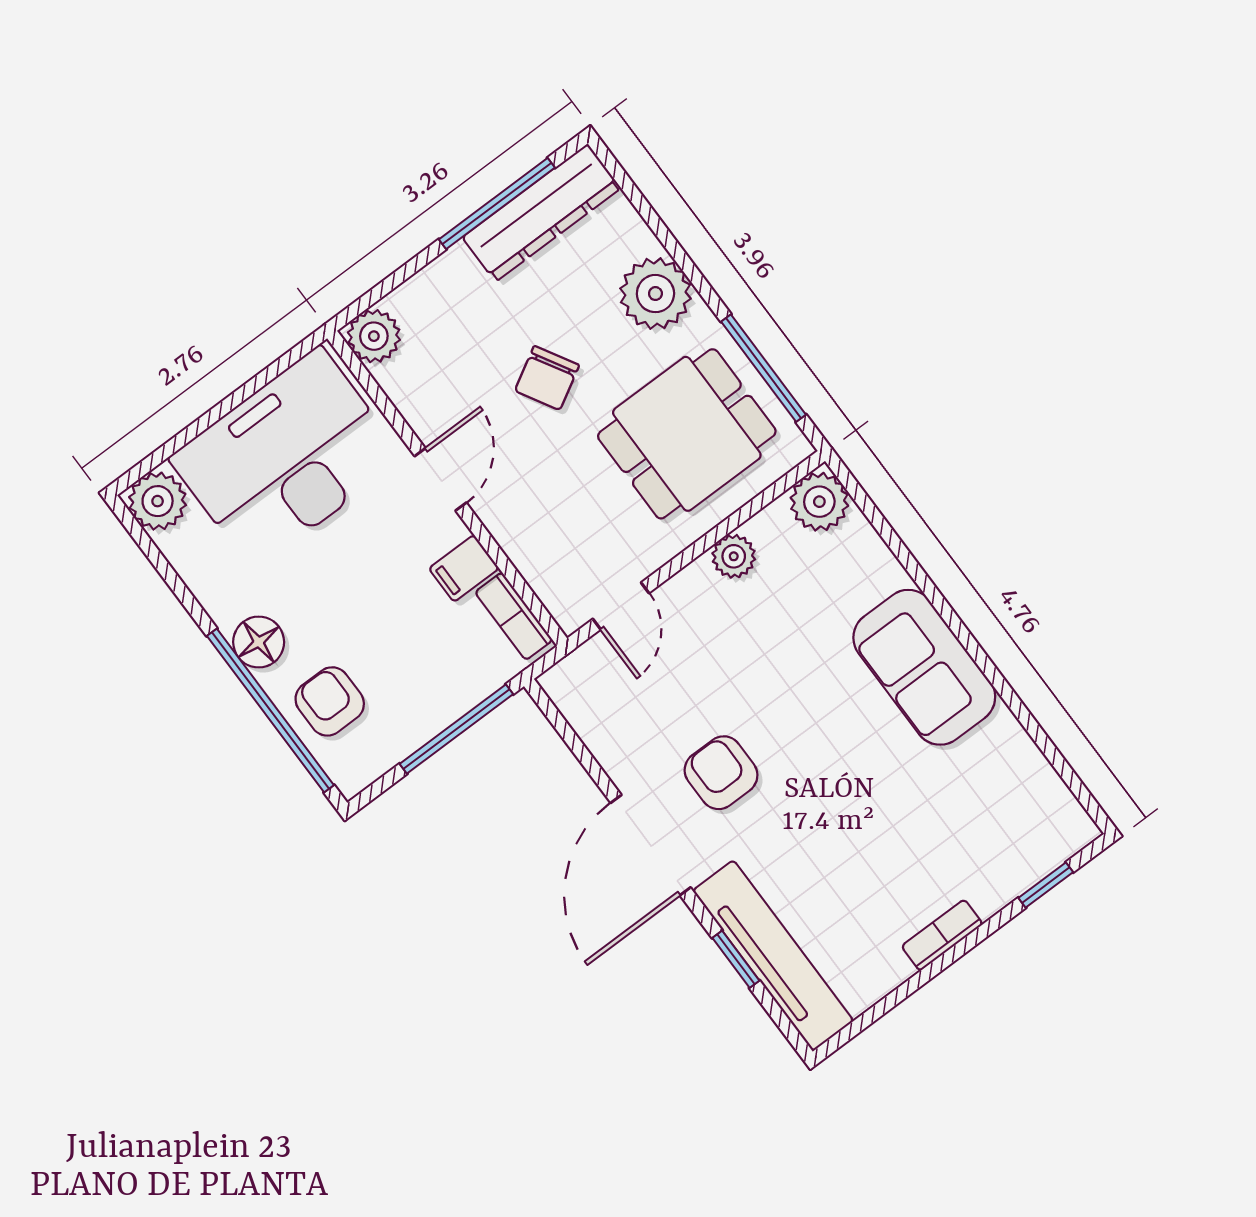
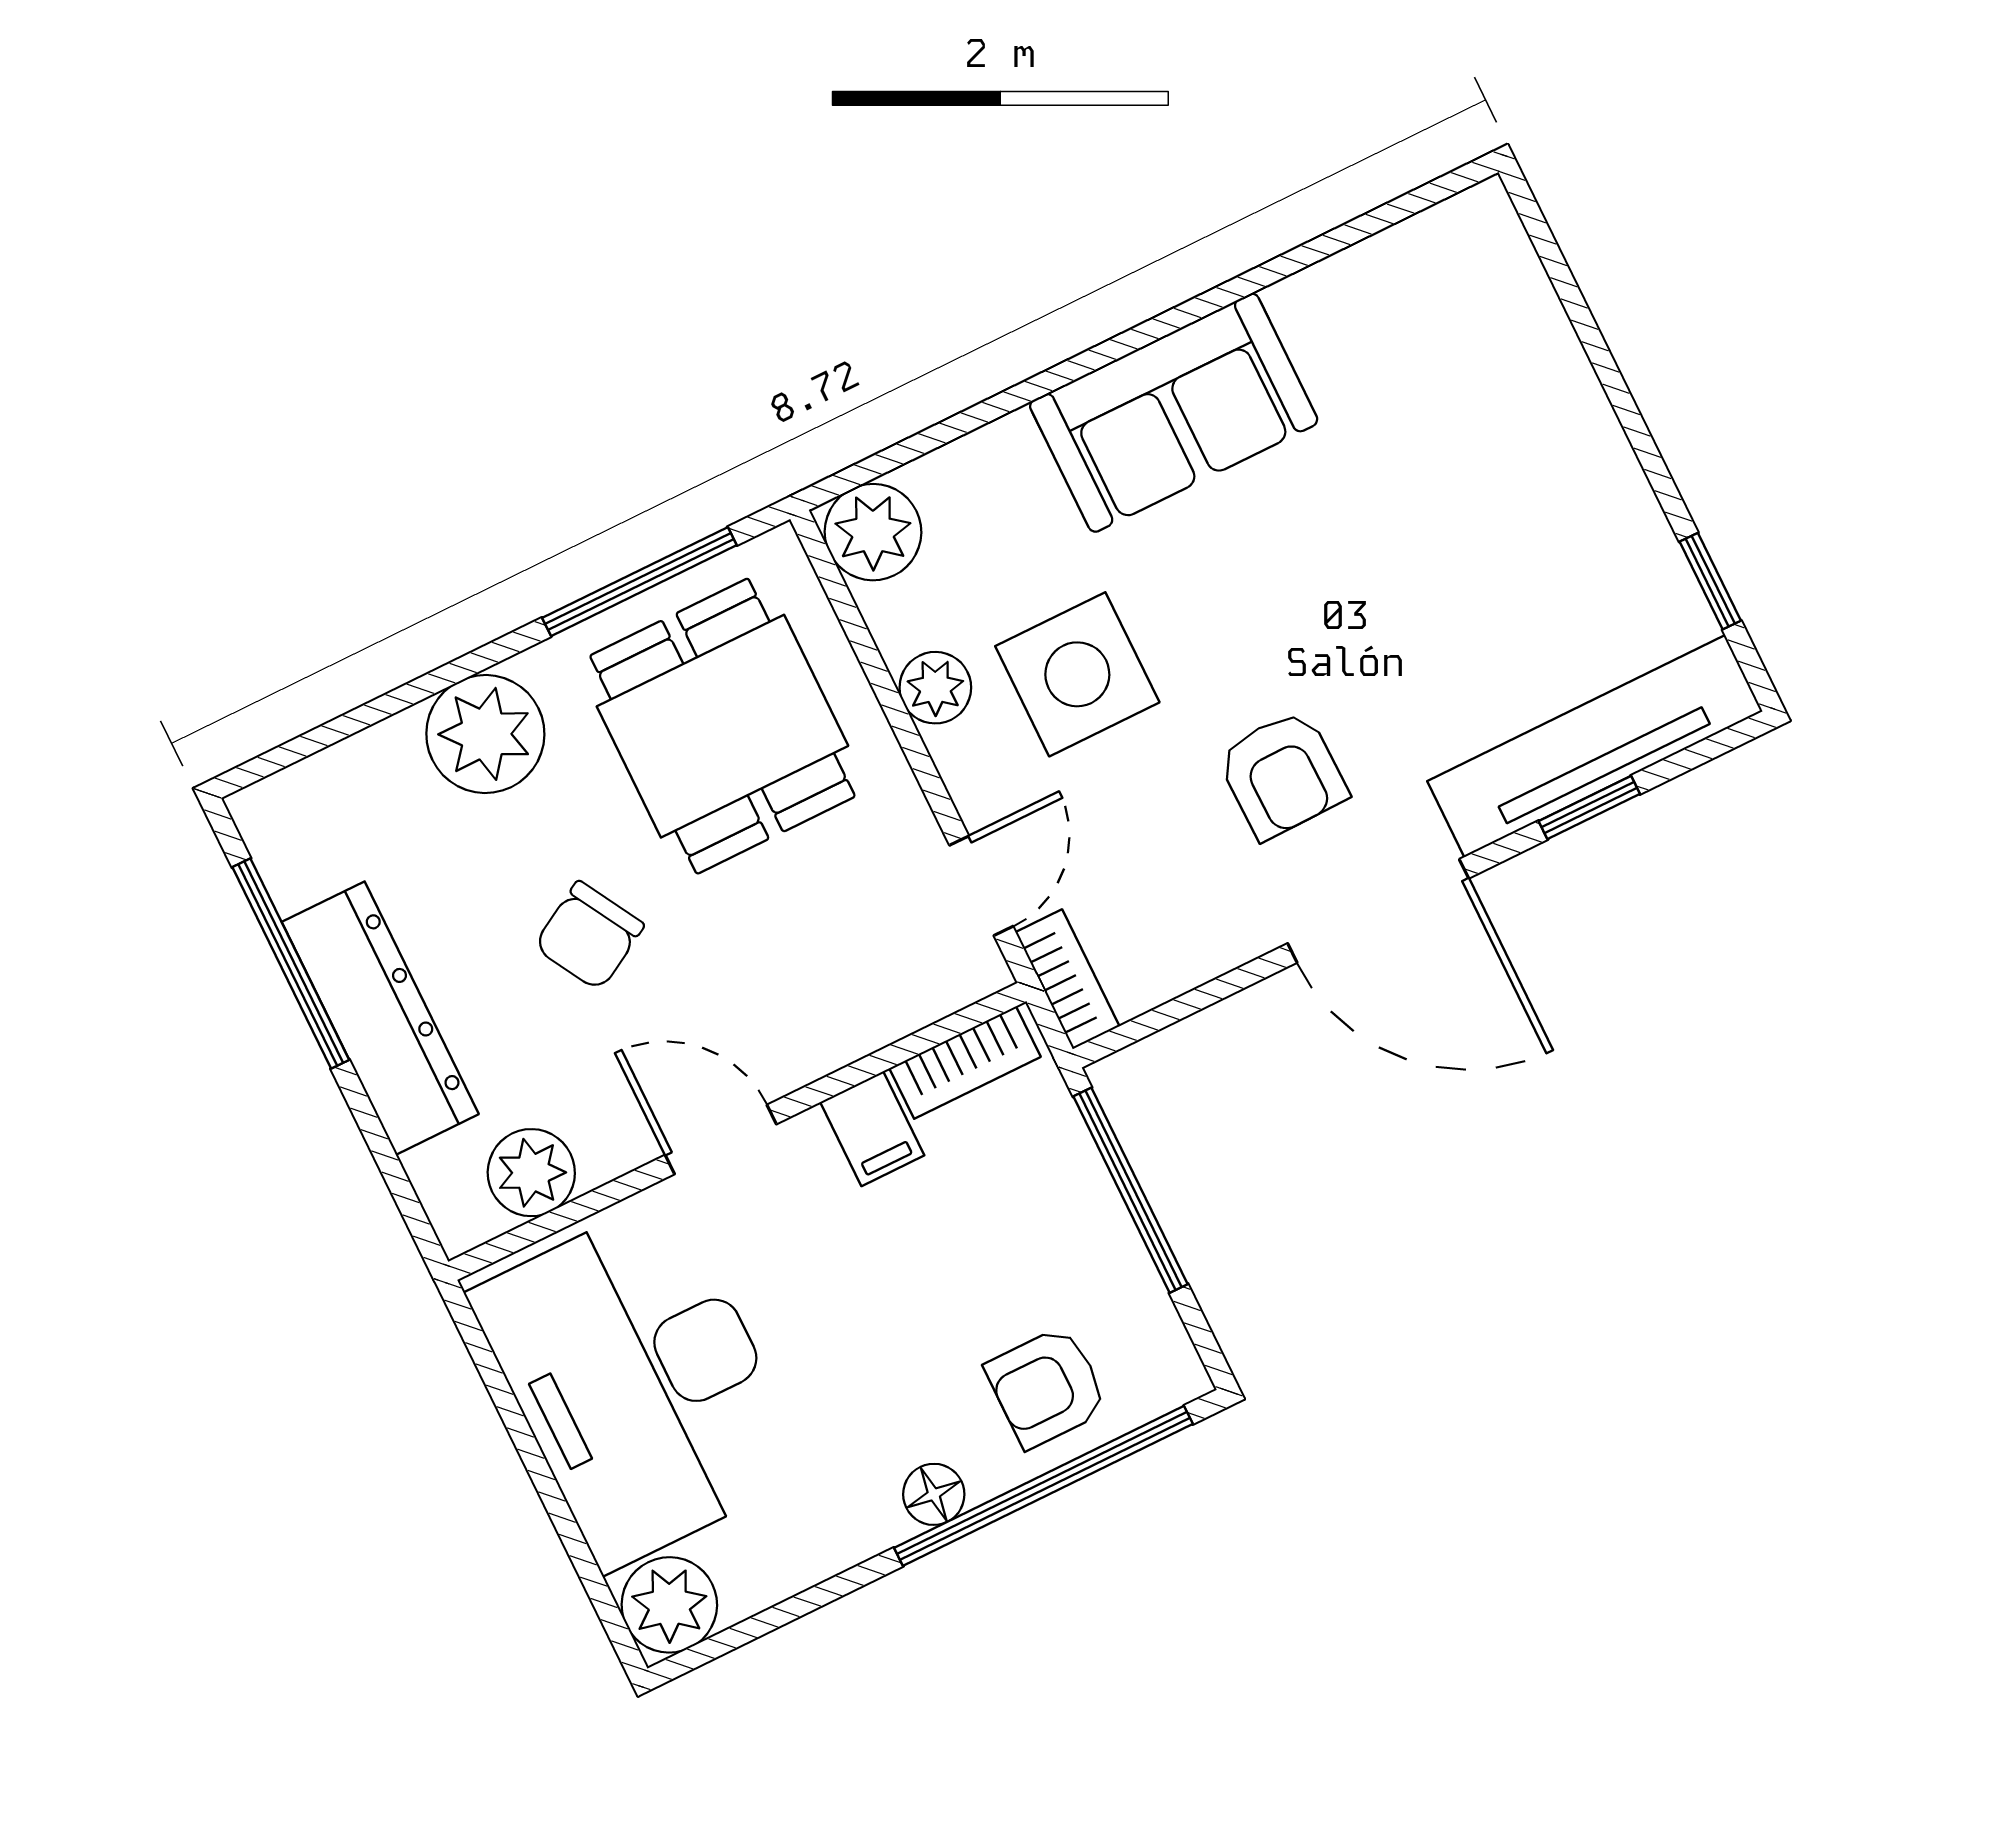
dresser: (542, 213) -> (380, 1018), moved
plant: (374, 336) -> (531, 1173), moved
chair: (547, 378) -> (589, 936), turned 90
door: (621, 606) -> (981, 886), hinge flipped
side table: (758, 639) -> (1077, 674), added
floor lamp: (259, 642) -> (934, 1494), width x0.73, depth x0.73
armchair: (721, 773) -> (1282, 774), turned -91
window: (1046, 885) -> (1710, 581), moved
bookcase: (942, 935) -> (1067, 979), moved, turned 180

